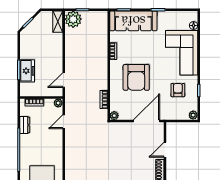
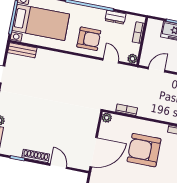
door: (64, 80) -> (157, 70), hinge flipped
door: (147, 121) -> (94, 152), hinge flipped
armchair: (48, 145) -> (89, 39), added

